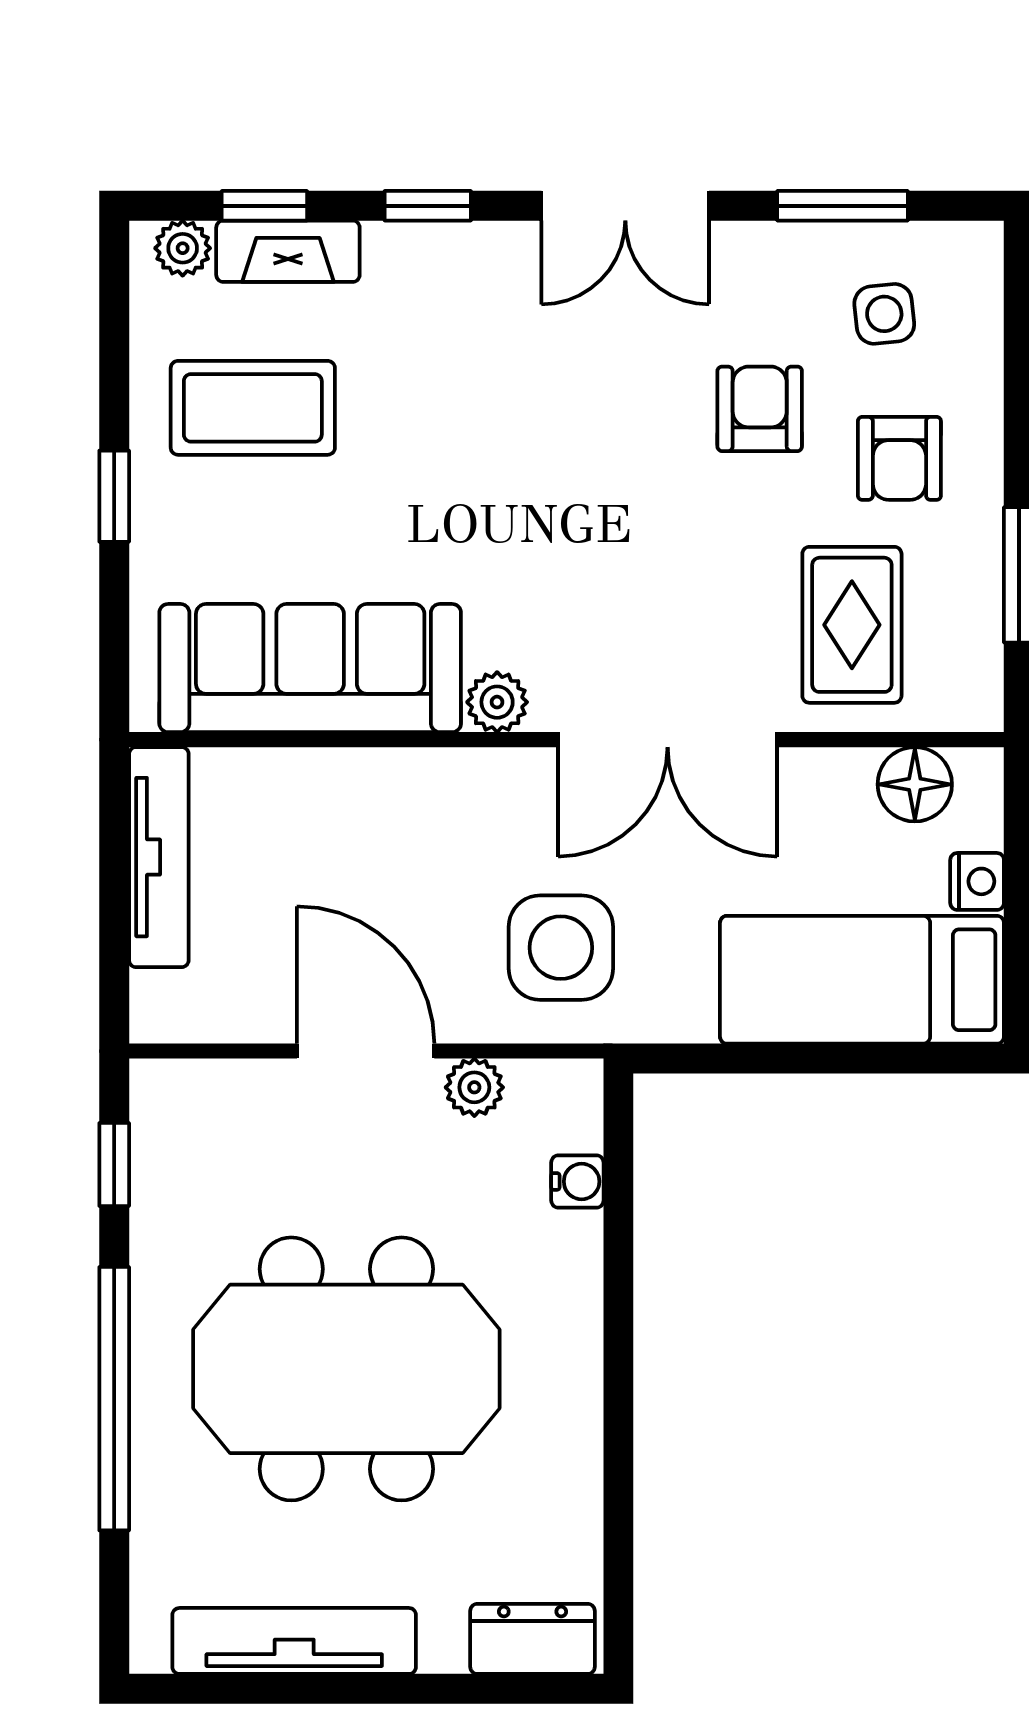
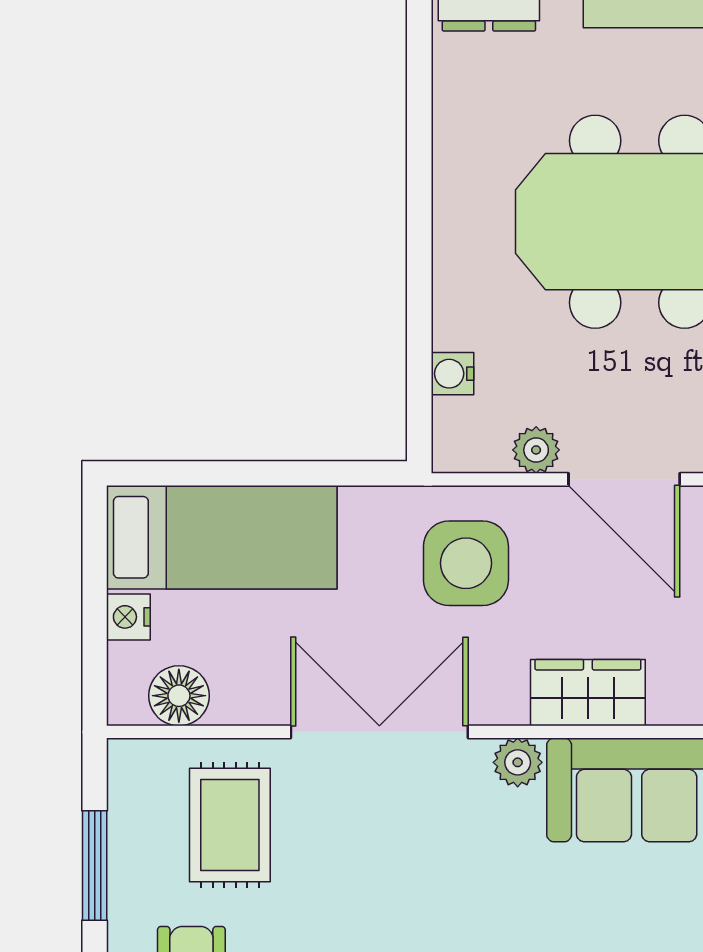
wardrobe: (410, 788) -> (588, 693), added

